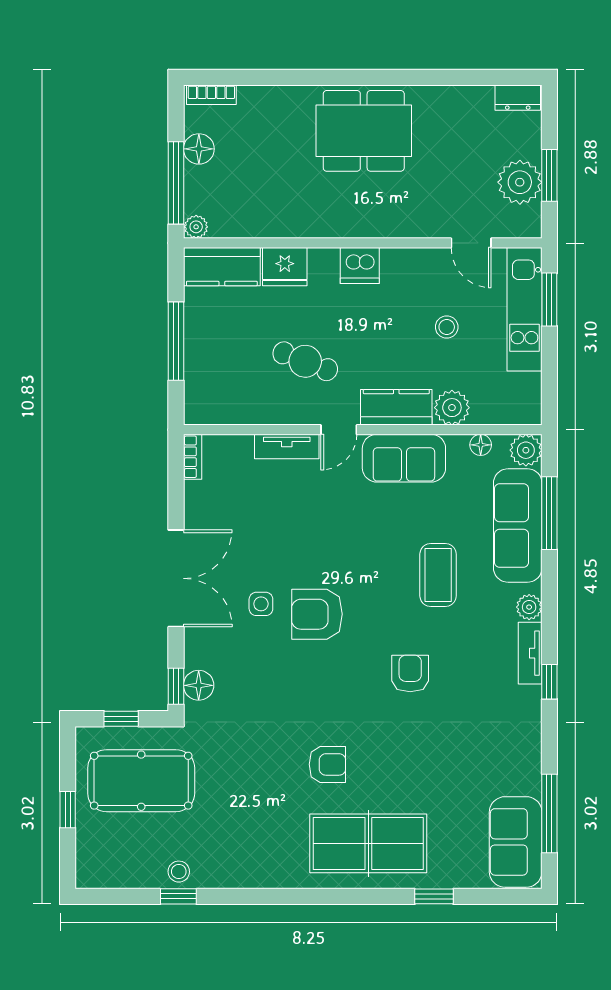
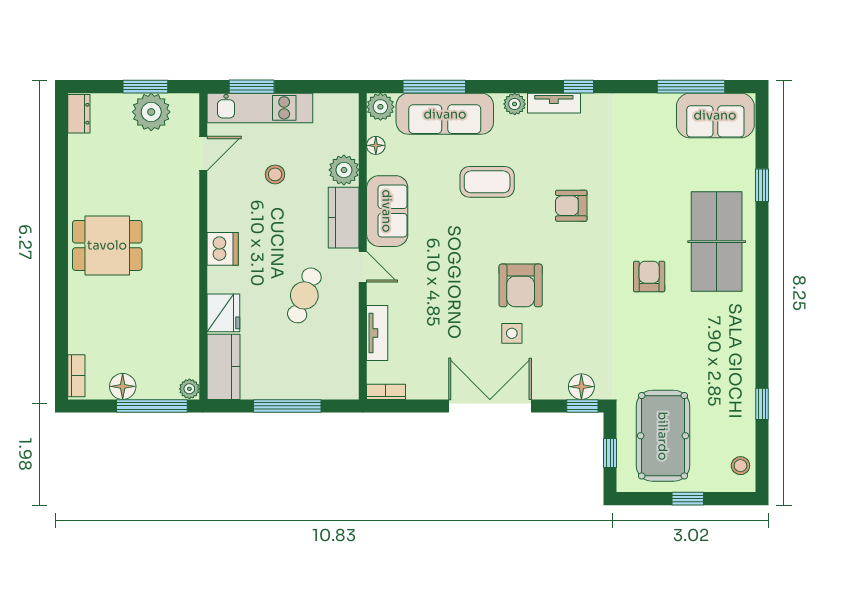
dining table: (364, 131) -> (107, 245), width x0.73
tv unit: (287, 446) -> (377, 333), moved
stool: (179, 872) -> (740, 466), moved

